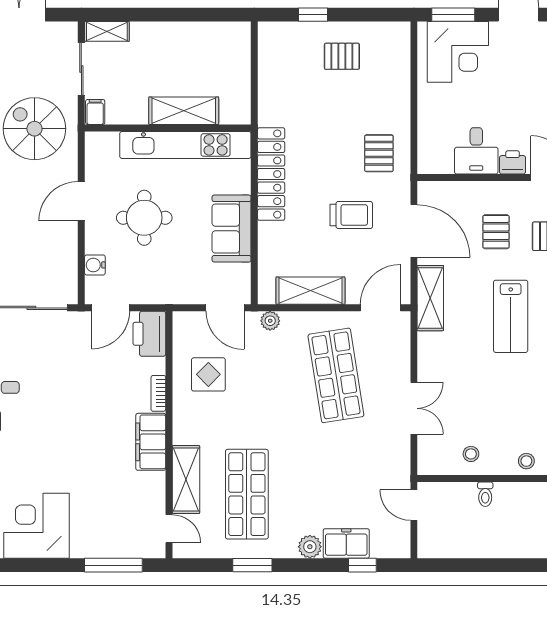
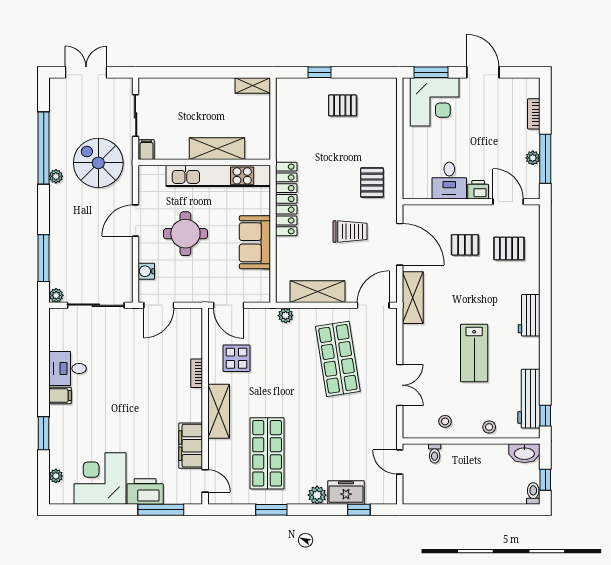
shelving: (107, 31) -> (253, 86), moved
pallet: (496, 232) -> (465, 245), turned 90
door: (225, 308) -> (229, 305), moved
lab bench: (511, 316) -> (474, 353), moved
printer: (149, 334) -> (145, 491), moved, turned 90
filing cabinet: (151, 442) -> (191, 446), moved
shelving: (186, 480) -> (219, 411), moved
toilet: (485, 494) -> (435, 453), moved

